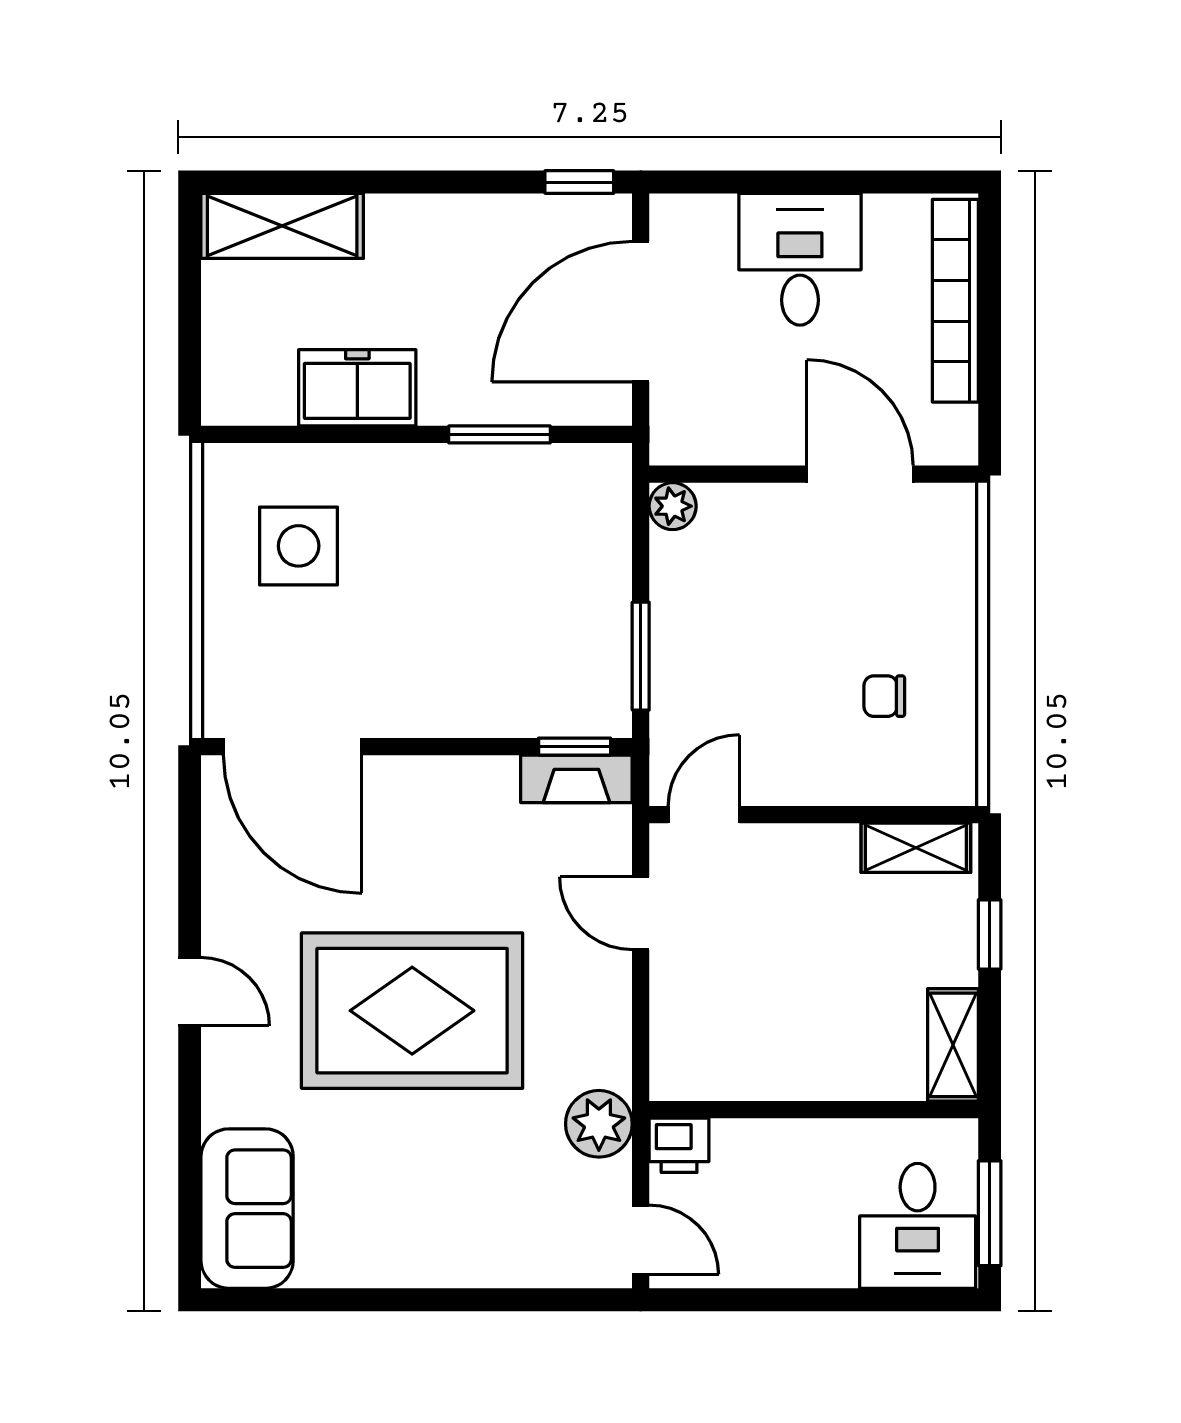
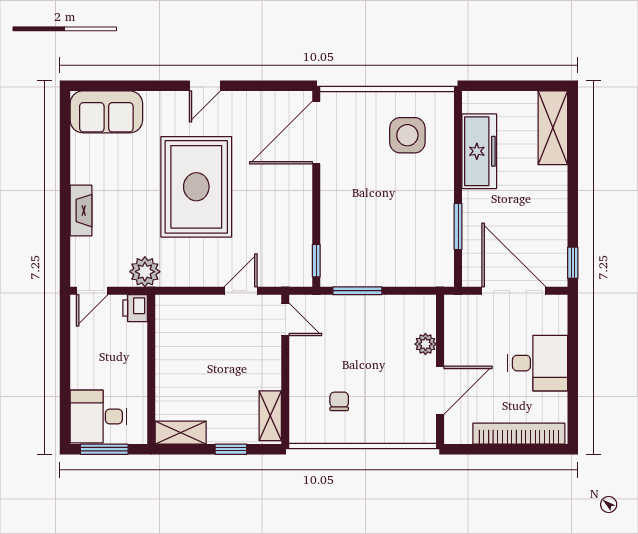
freezer: (357, 388) -> (479, 151), width x1.40
plant: (673, 506) -> (425, 344), moved
fireplace: (576, 779) -> (81, 211), moved, turned 180

